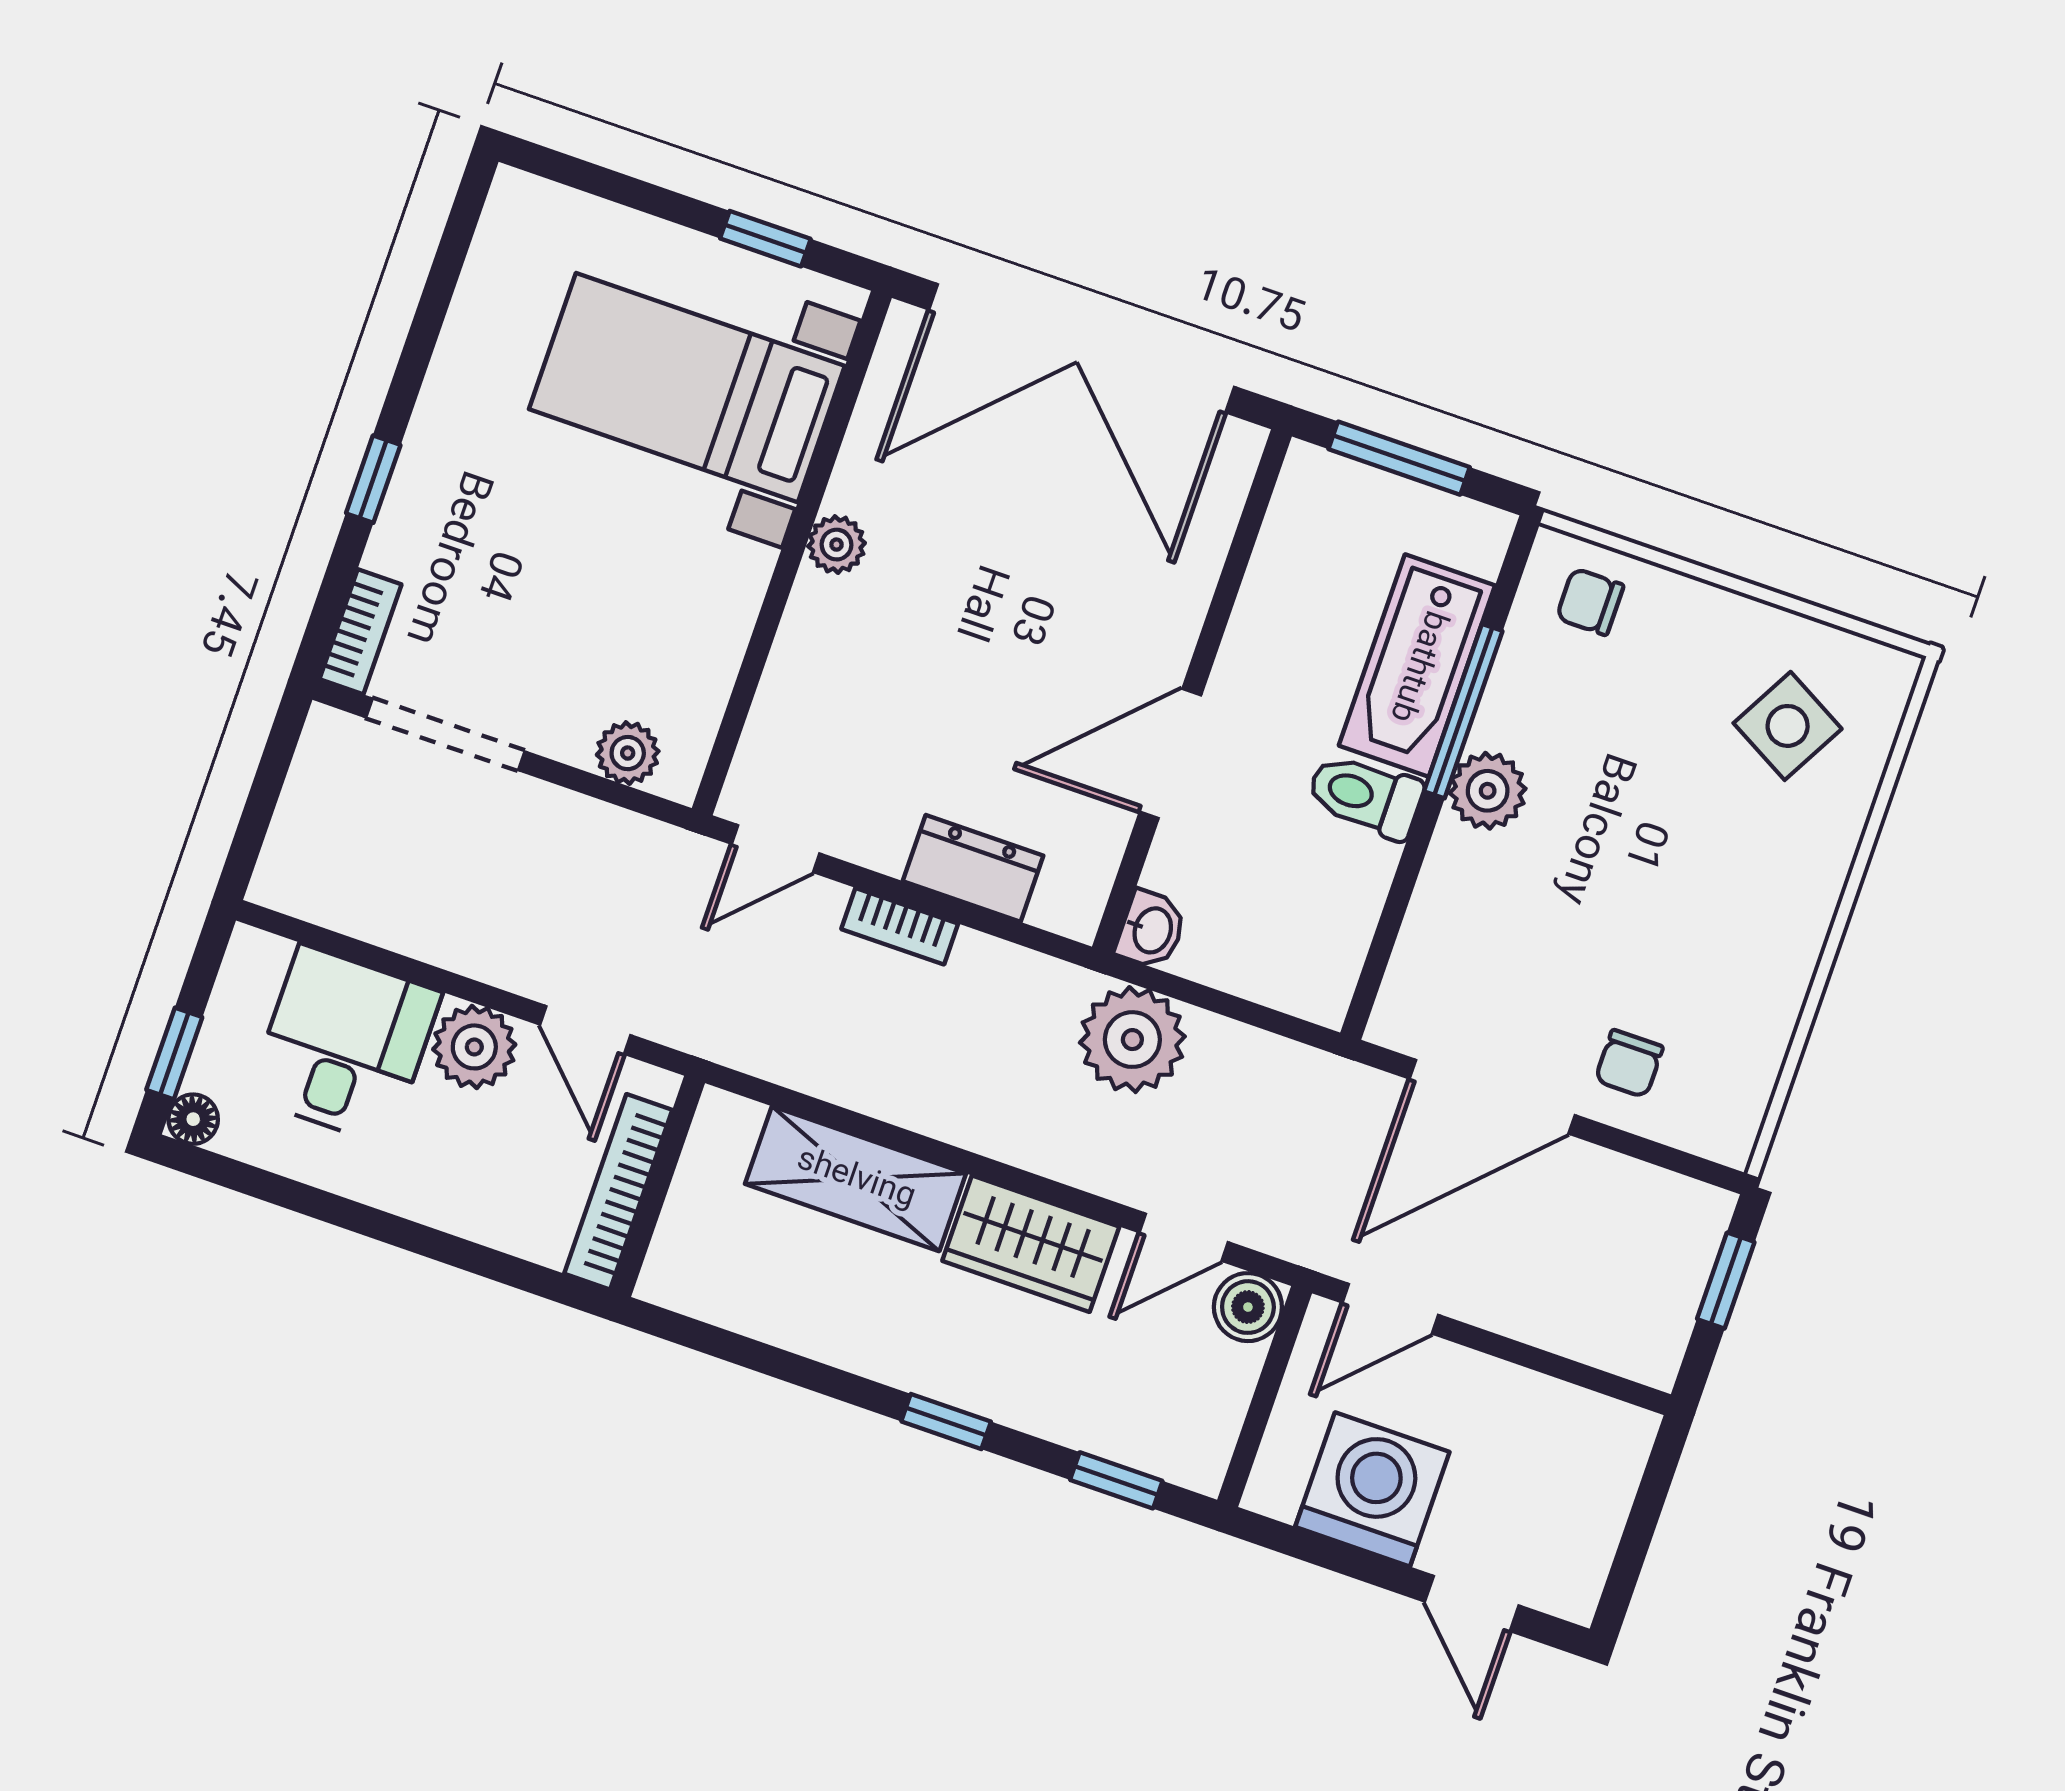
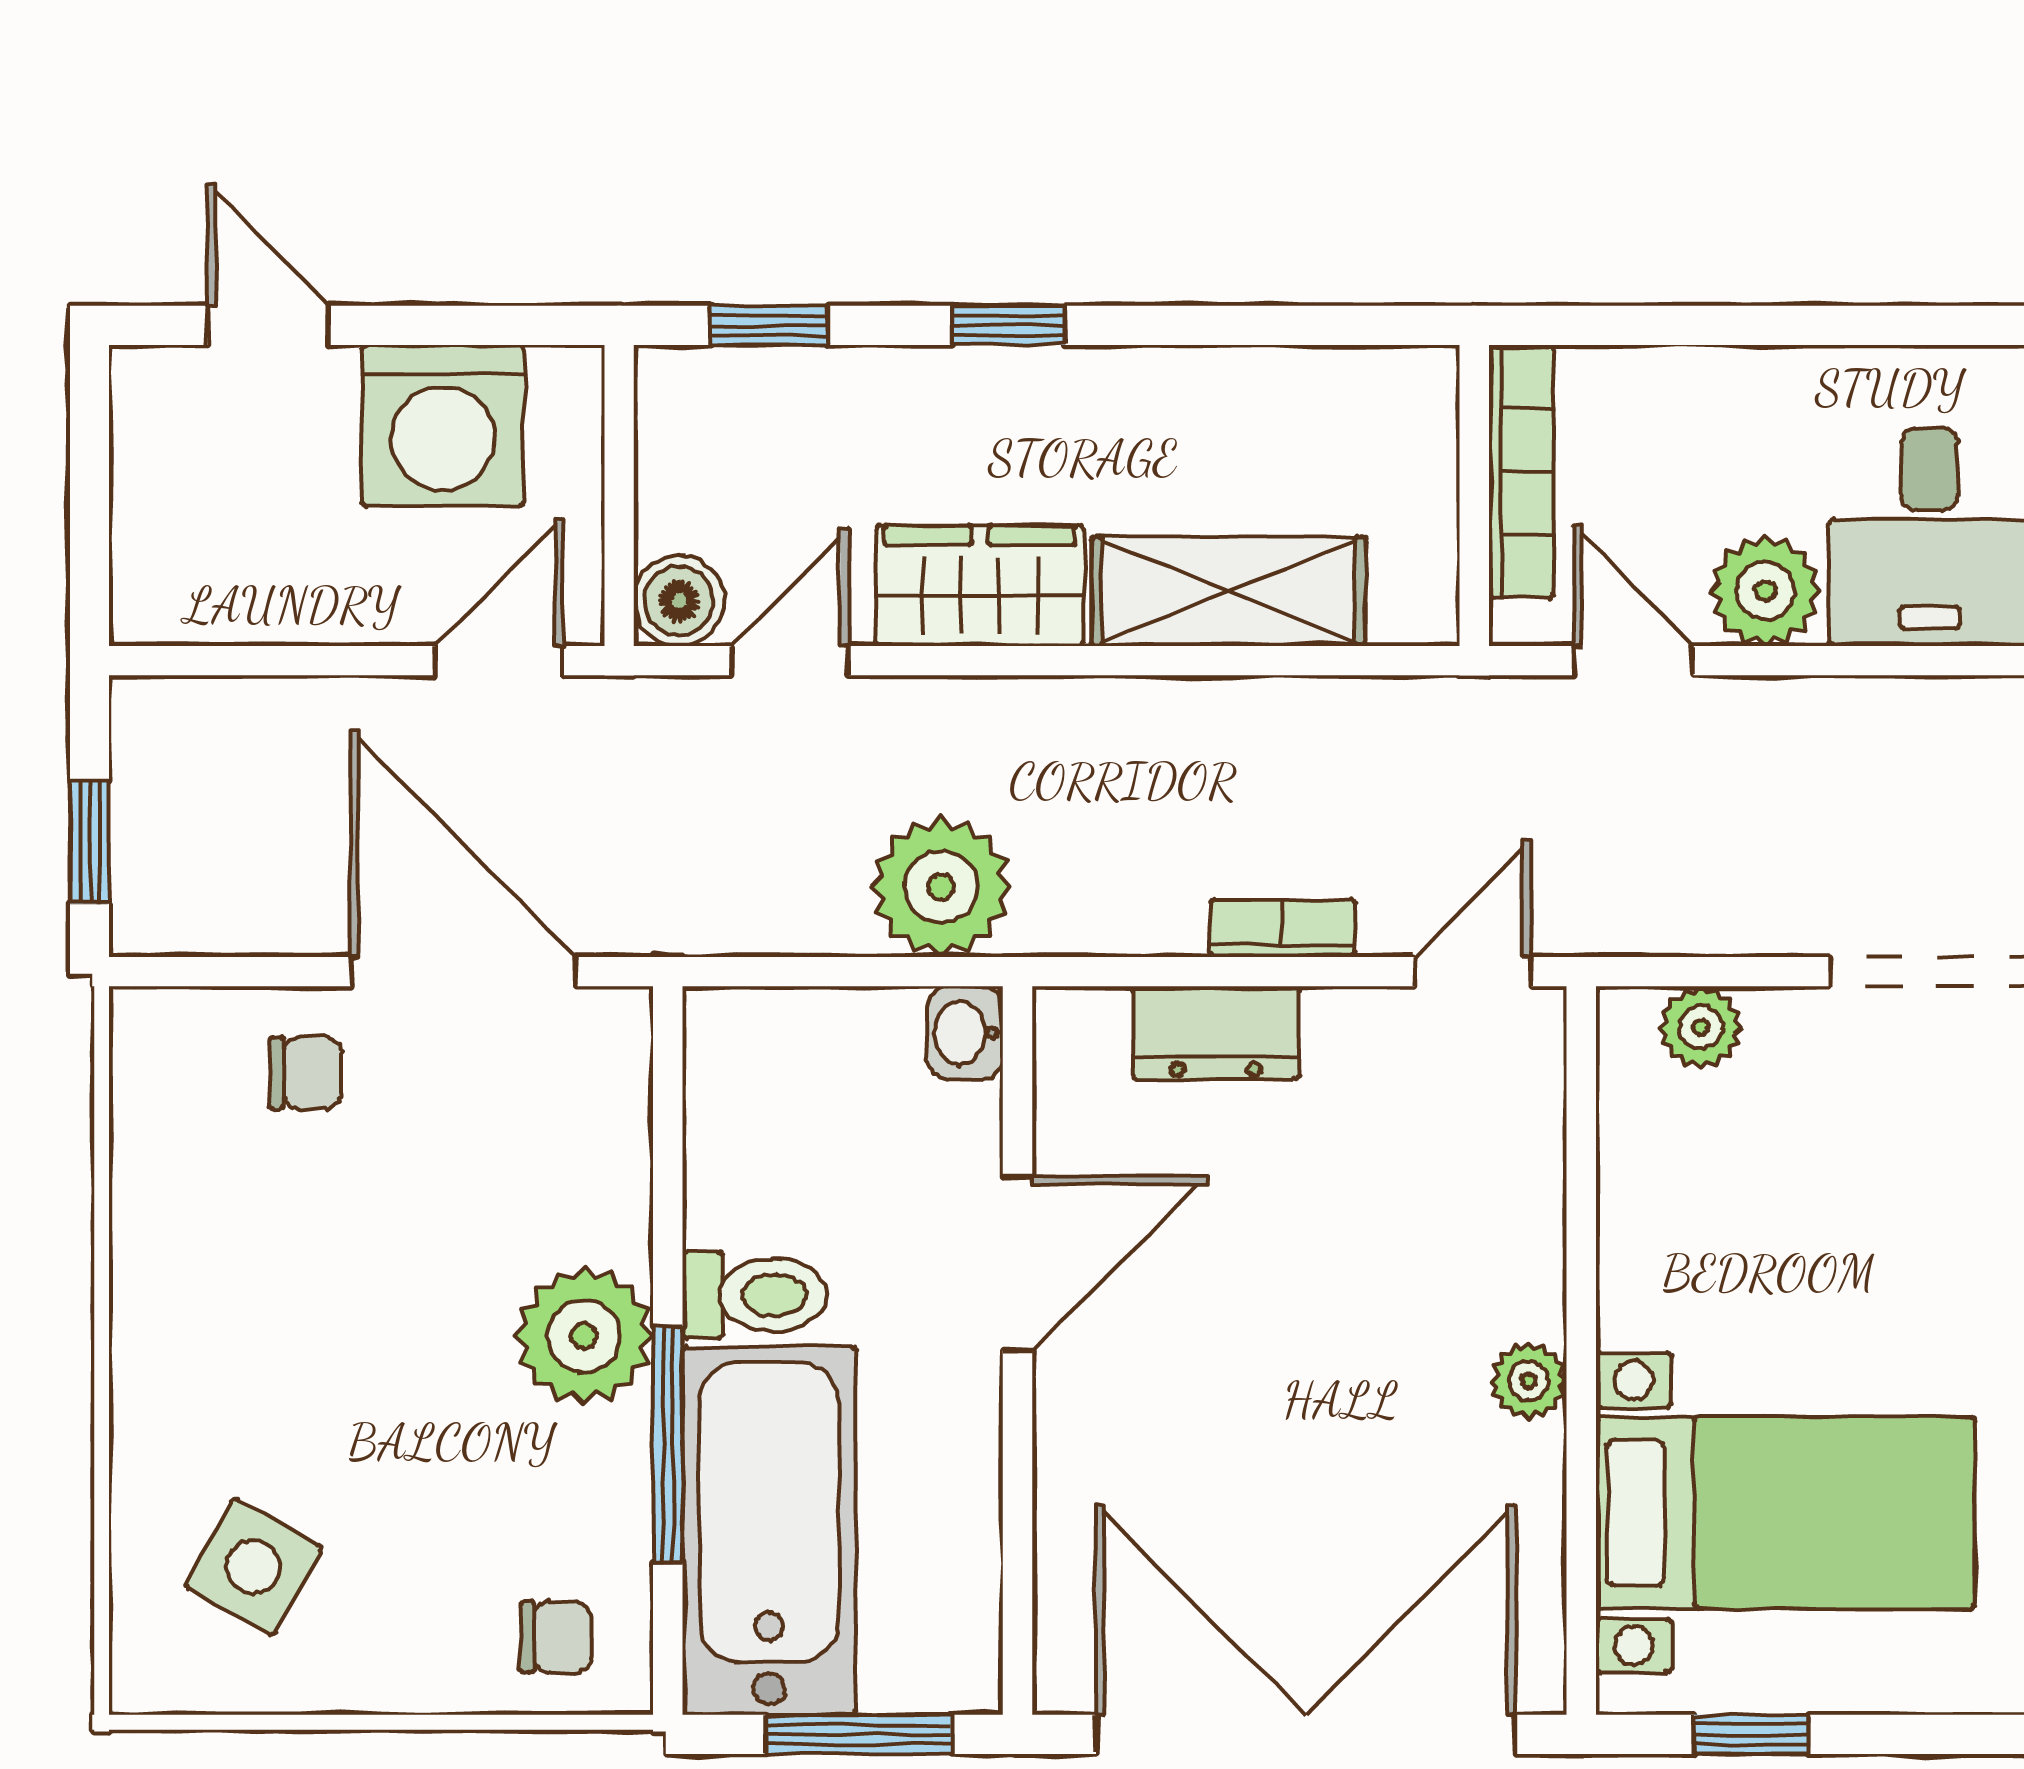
bathtub: (1417, 666) -> (769, 1530), width x1.36, depth x1.36
plant: (1488, 791) -> (584, 1336), width x1.36, depth x1.36
chair: (1629, 1064) -> (306, 1073), turned 90
door: (1492, 1097) -> (463, 972), hinge flipped

